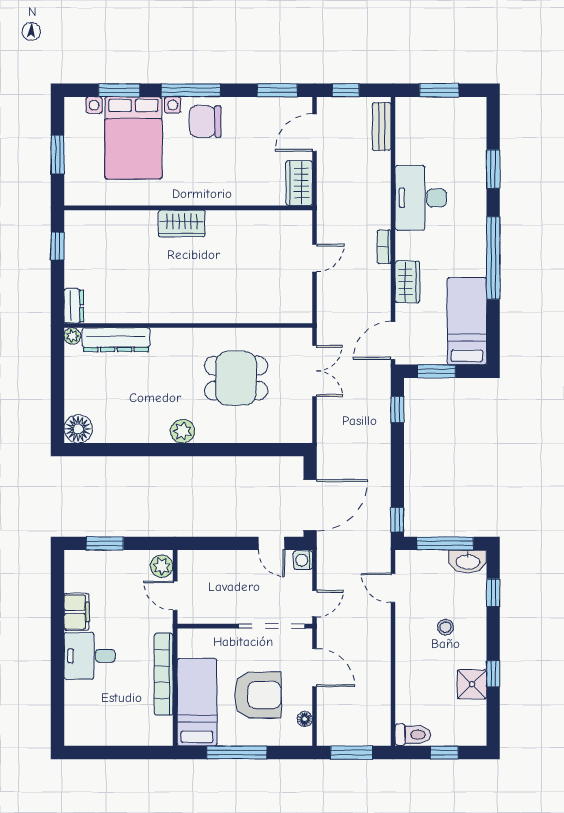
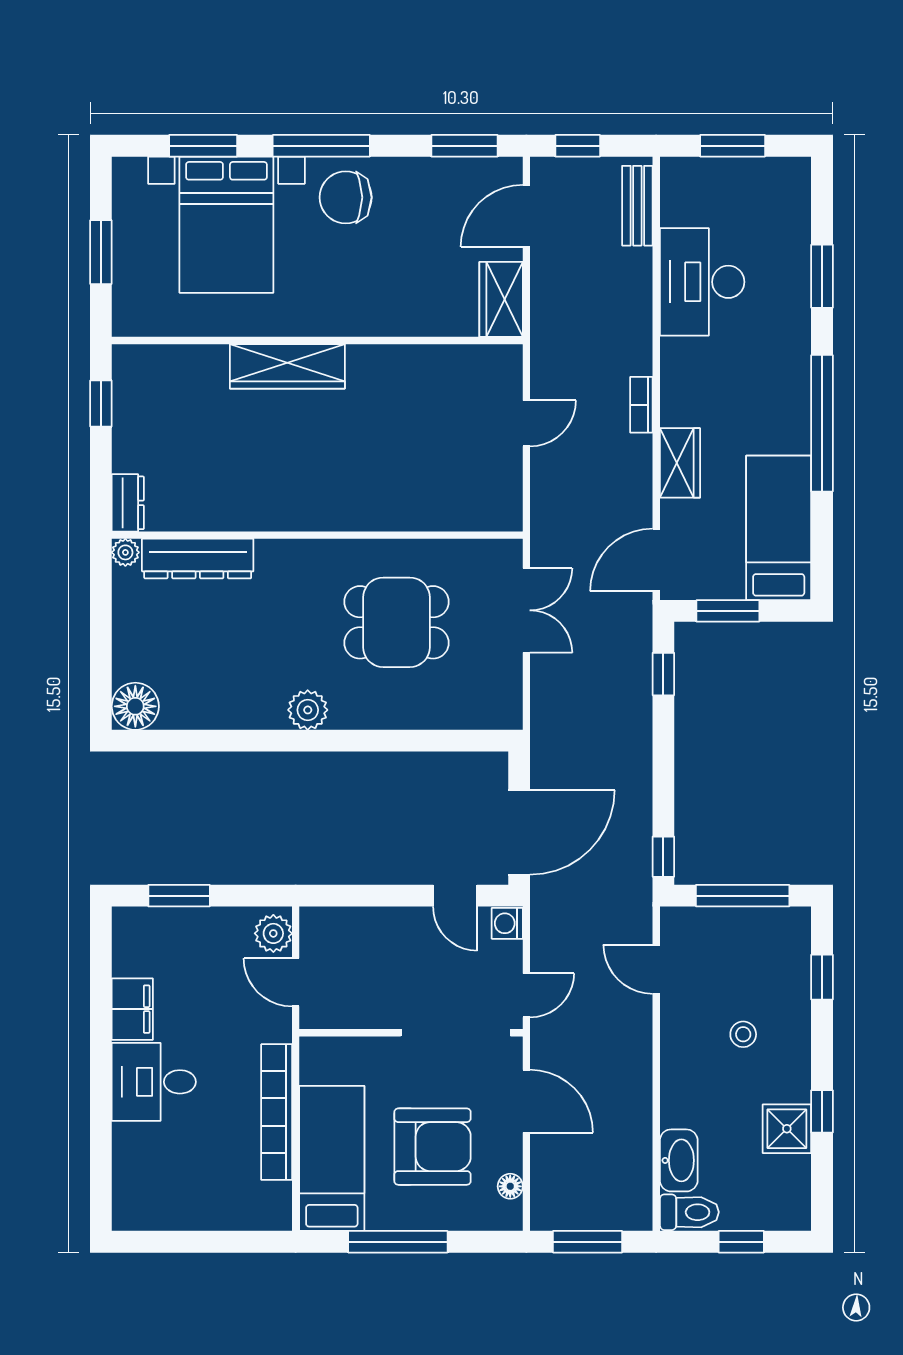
desk: (421, 198) -> (702, 282), moved
wardrobe: (182, 224) -> (287, 366), width x1.50
washbasin: (468, 561) -> (679, 1160), moved, turned -90

